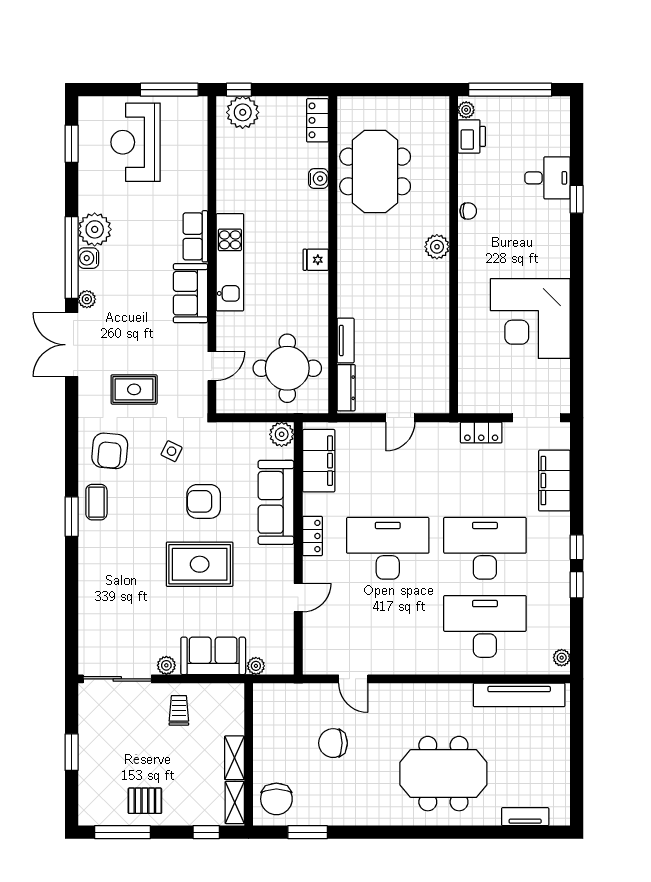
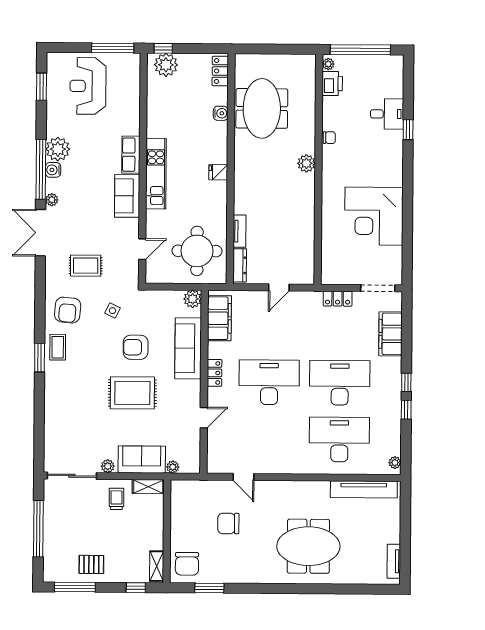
window: (72, 752) -> (38, 529), width x2.11
shelving: (234, 758) -> (148, 487), moved, turned 90
tv unit: (525, 817) -> (394, 561), moved, turned -90

